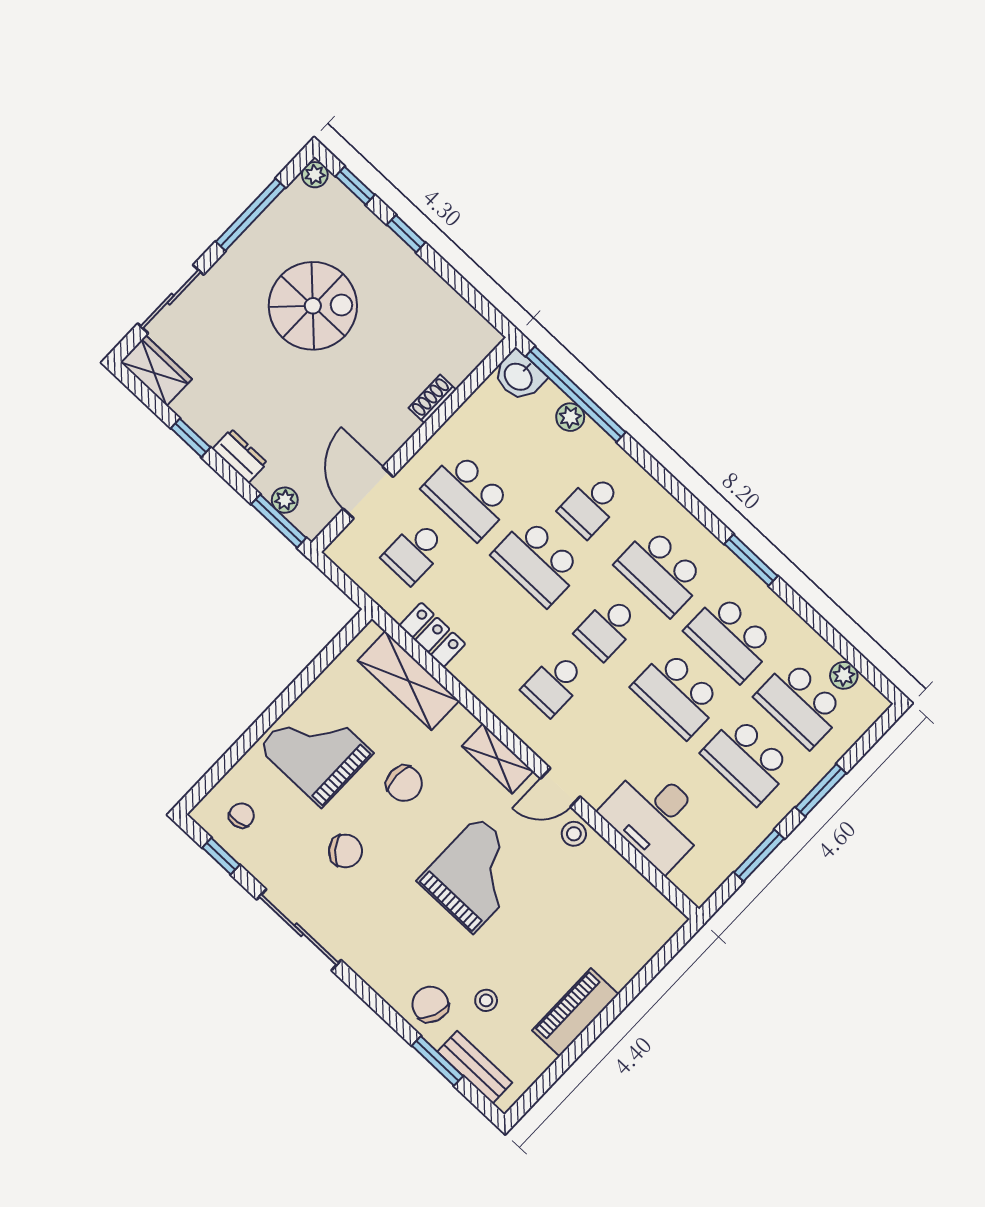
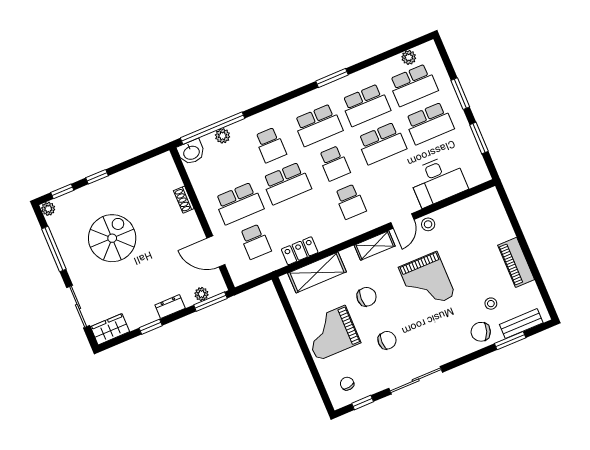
chair: (345, 851) -> (387, 340), turned 39
grand piano: (476, 875) -> (427, 281), turned 180

